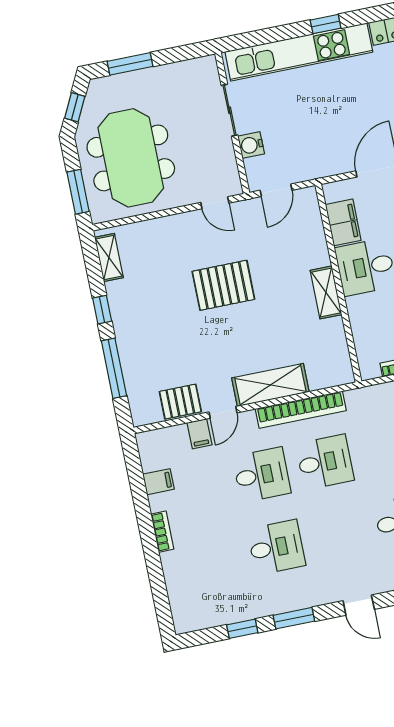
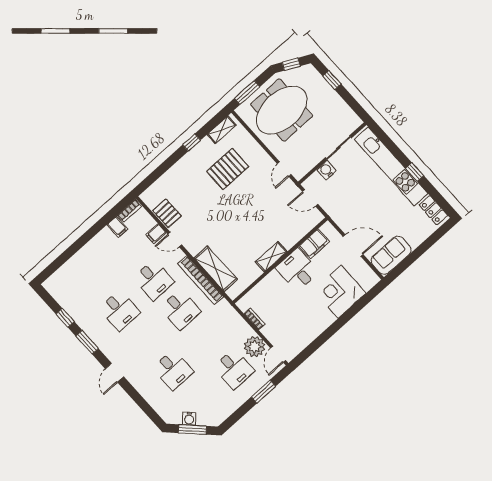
window: (130, 64) -> (332, 80), width x0.67
pallet: (223, 285) -> (228, 169), moved, turned 90
window: (114, 368) -> (164, 167), removed
shelving: (270, 385) -> (216, 269), moved
bookcase: (162, 532) -> (129, 211), moved

